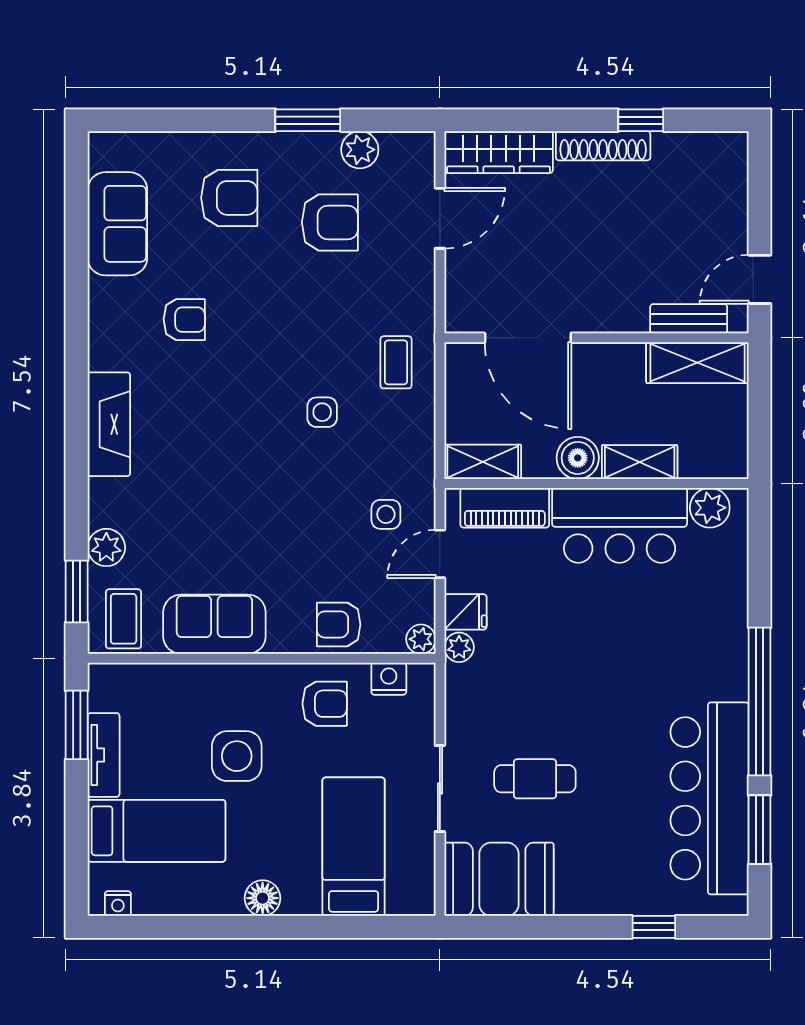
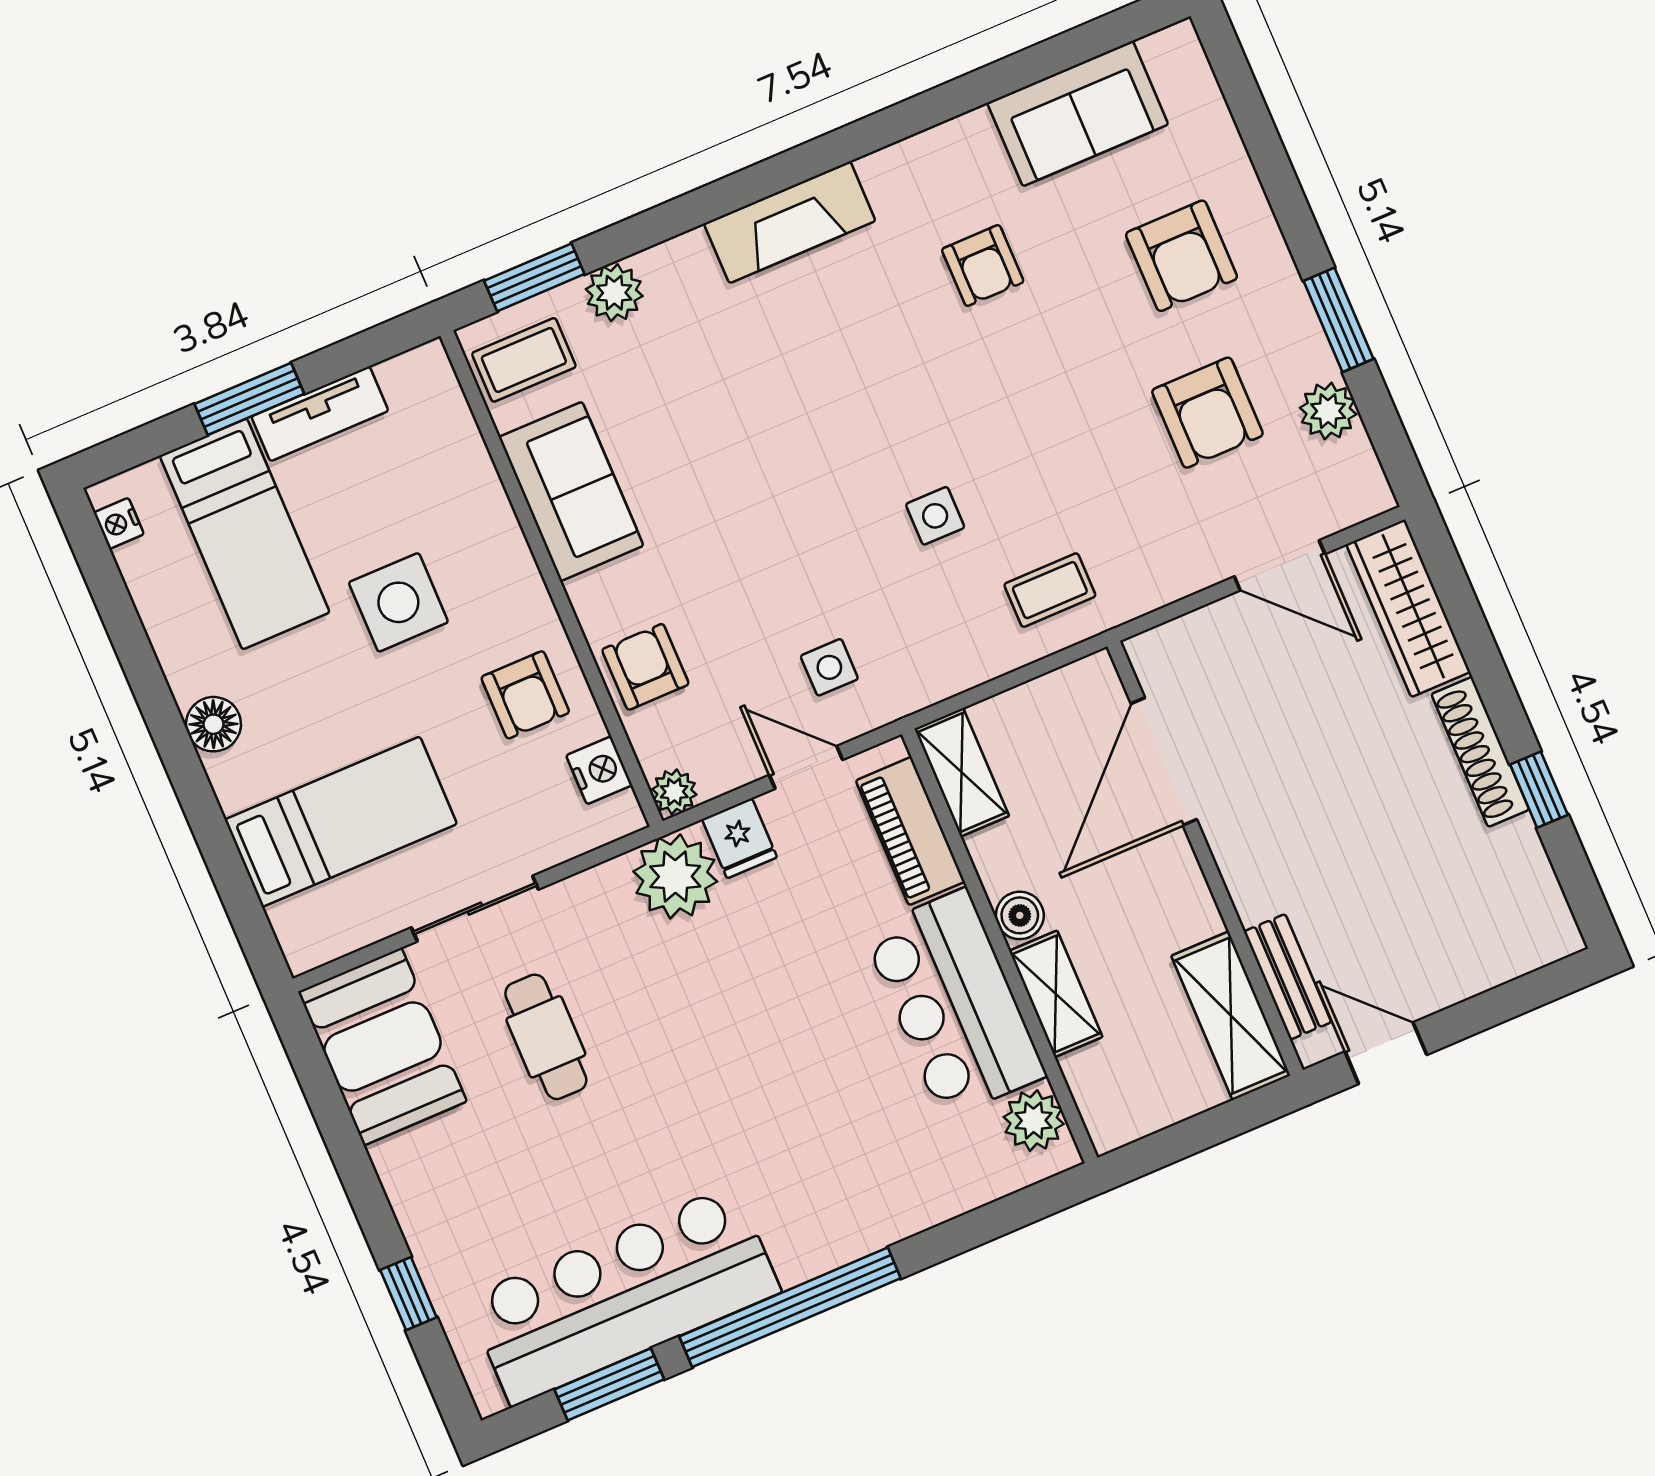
boiler: (578, 458) -> (1020, 915), width x0.73, depth x0.73
plant: (459, 647) -> (675, 876), width x1.88, depth x1.88
window: (77, 725) -> (249, 399), moved

